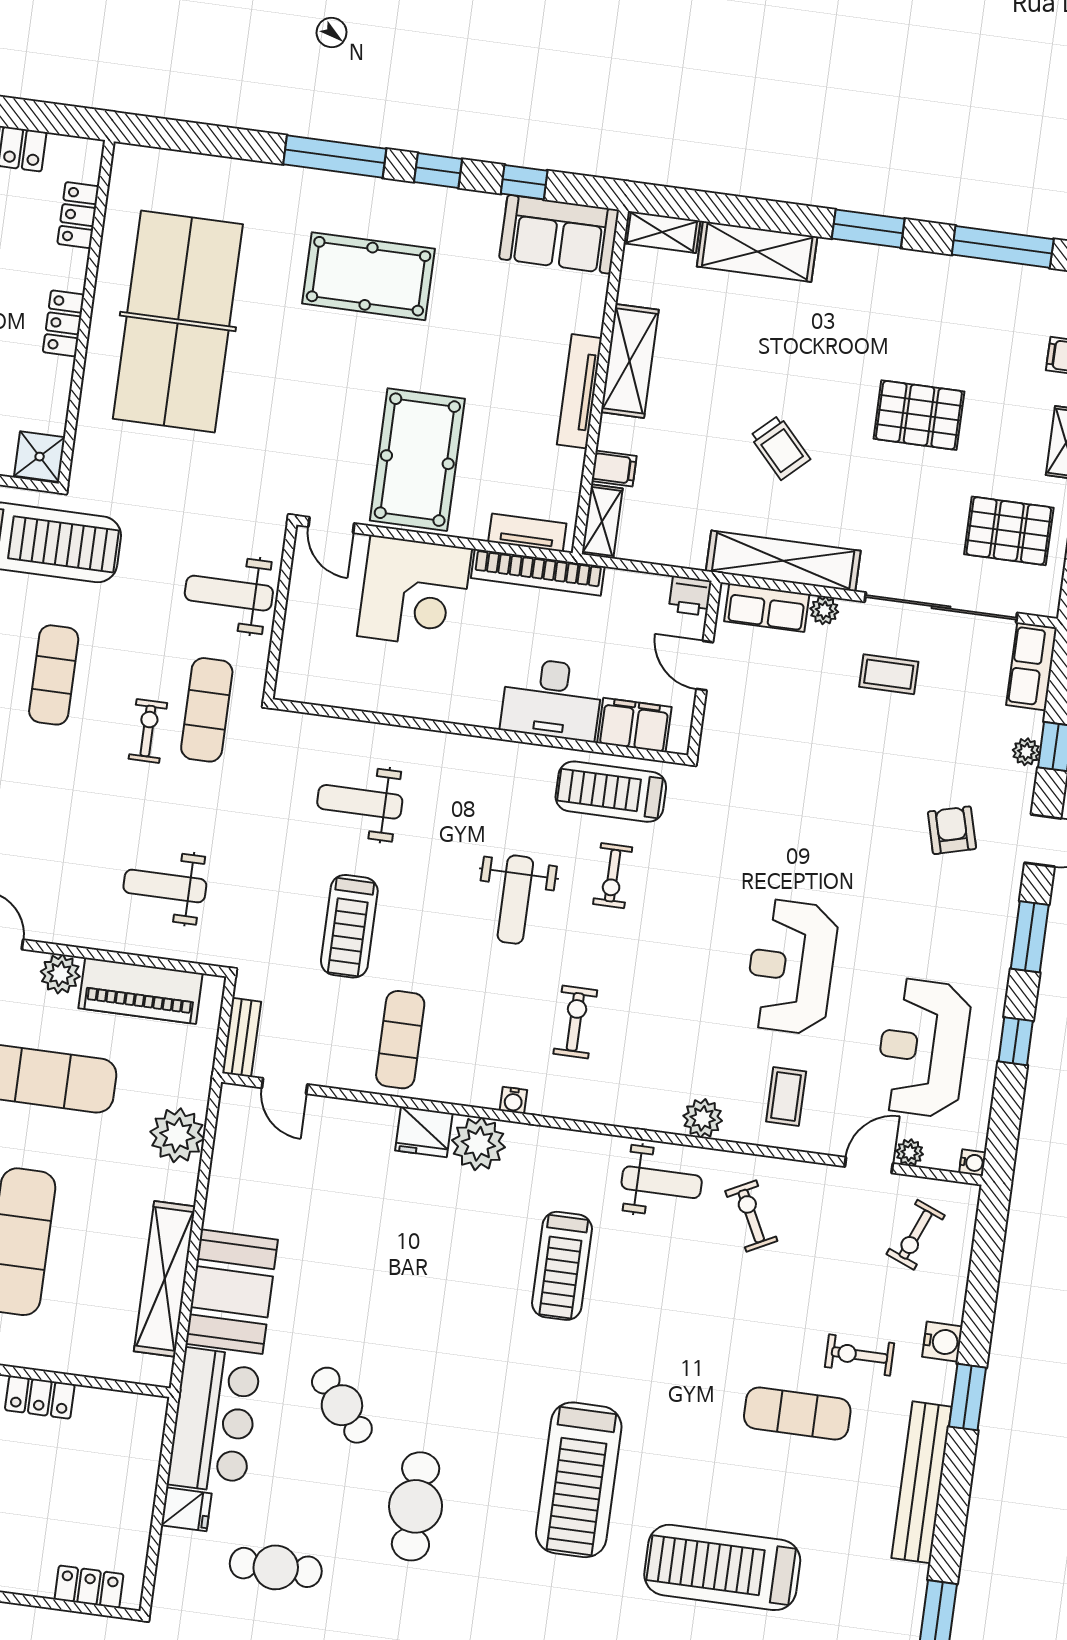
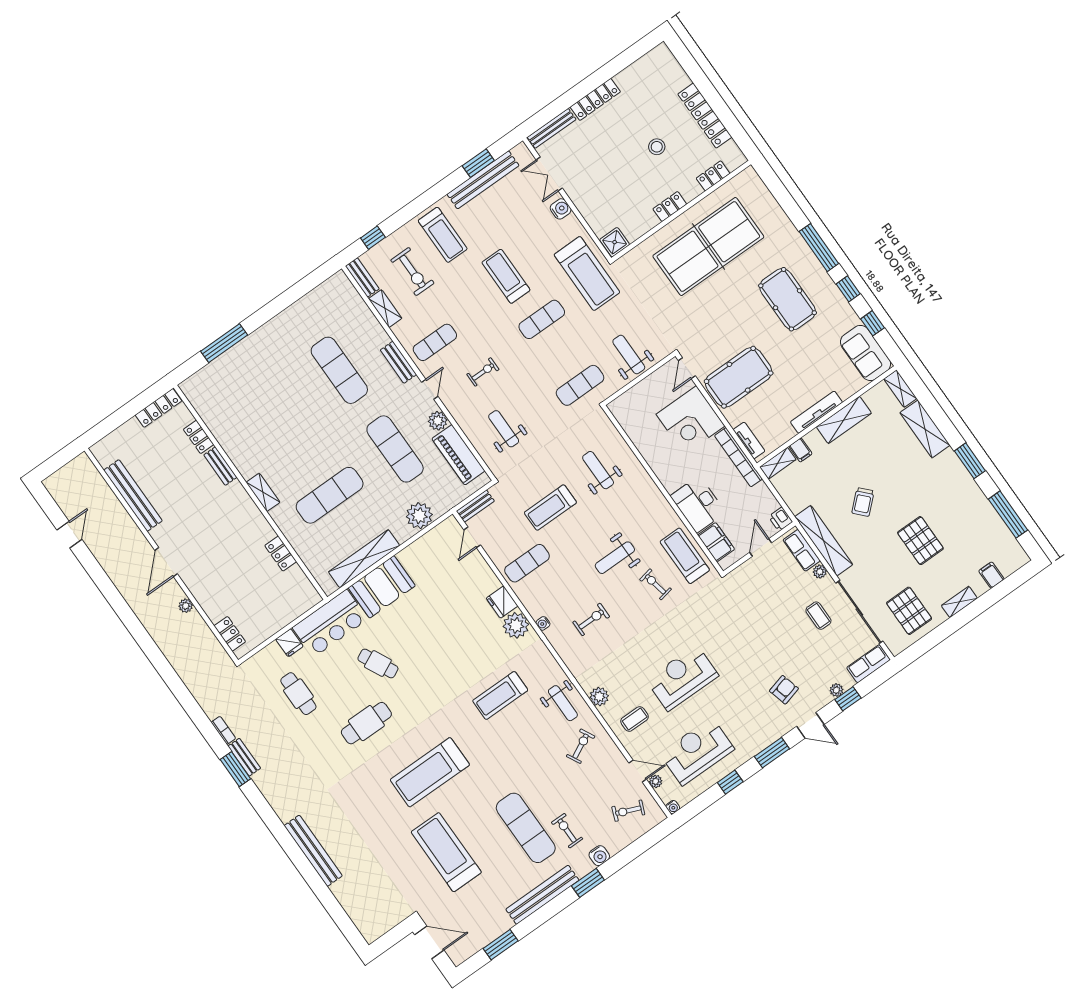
exercise bike: (148, 731) -> (483, 372), moved
exercise bike: (613, 876) -> (656, 584), turned 79
cafe table: (342, 1405) -> (378, 663), turned -75
exercise mat: (797, 1414) -> (526, 828), width x1.36, depth x1.45

